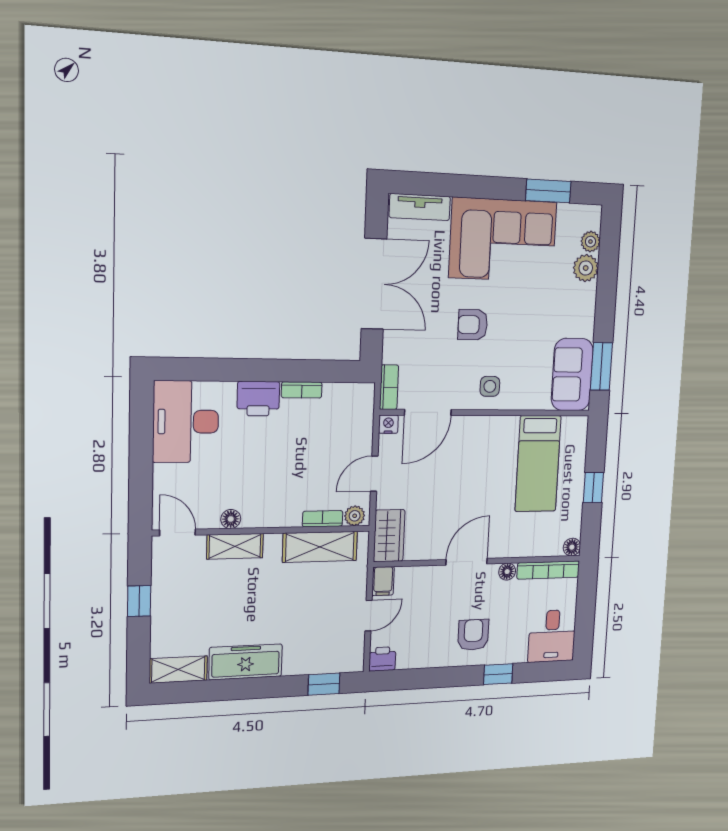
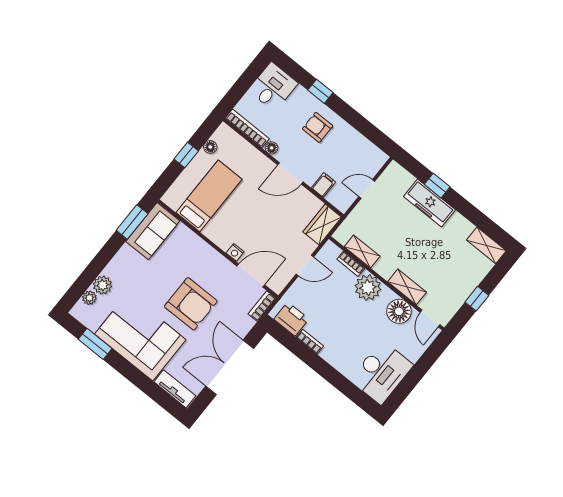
armchair: (473, 325) -> (191, 304), width x1.88, depth x1.88
side table: (490, 386) -> (205, 262), removed
printer: (258, 399) -> (291, 319), moved
nightstand: (388, 424) -> (235, 252), moved
plant: (355, 516) -> (368, 288), moved, width x1.87, depth x1.87
floor lamp: (231, 519) -> (399, 311), width x1.89, depth x1.89
shelving: (320, 547) -> (362, 252), width x0.67, depth x0.75
floor lamp: (572, 547) -> (210, 147), moved
filing cabinet: (383, 581) -> (324, 185), moved
armchair: (473, 635) -> (318, 127), turned 90
printer: (382, 659) -> (378, 158), removed
freezer: (246, 662) -> (429, 203), moved
window: (324, 684) -> (437, 186), moved

